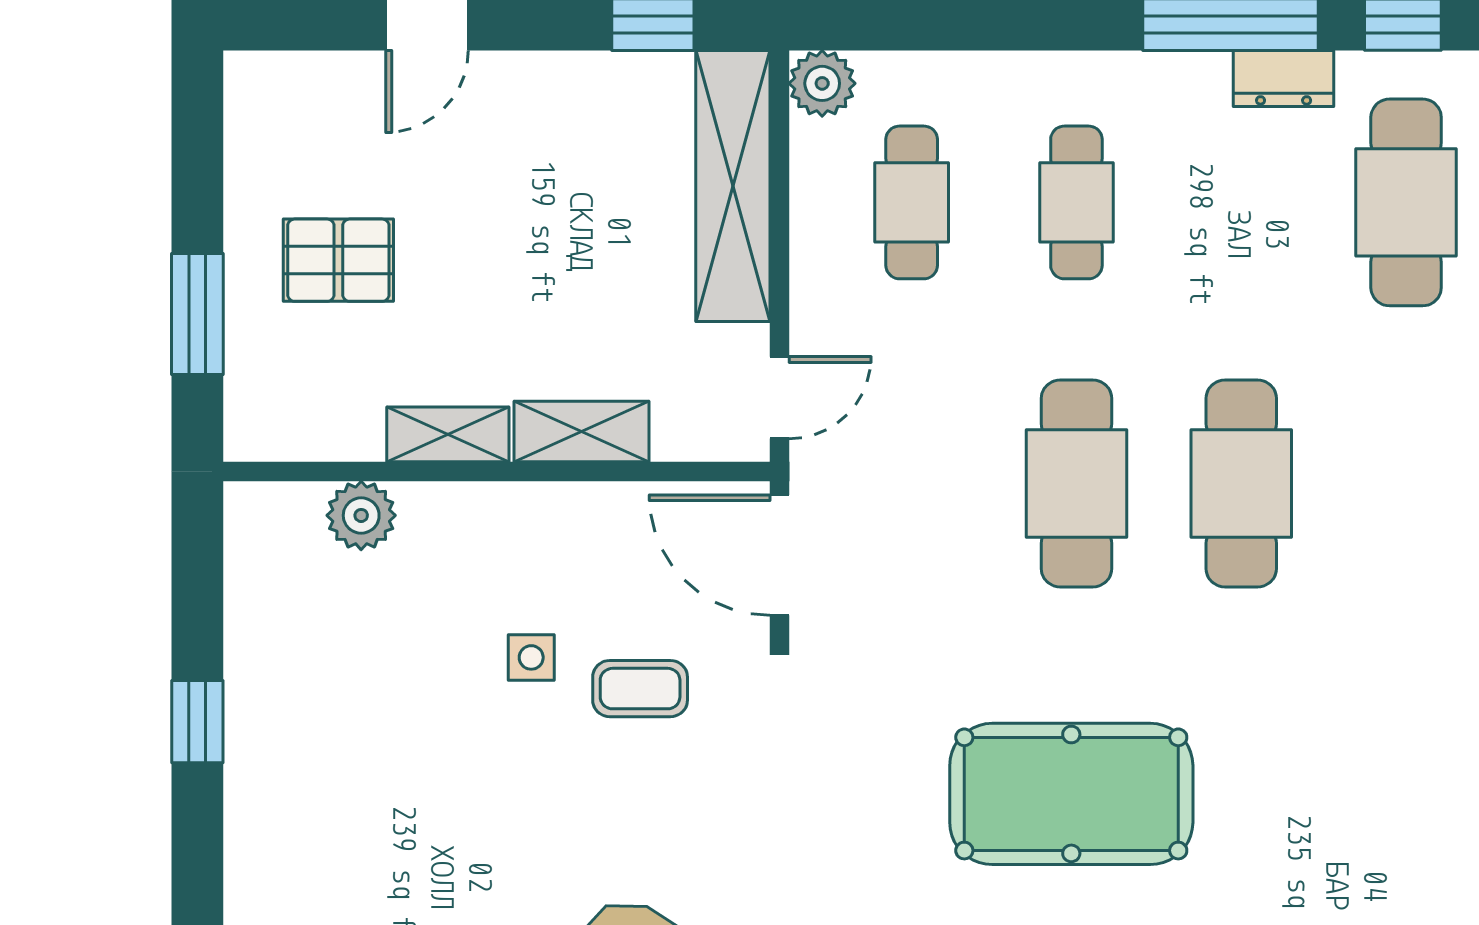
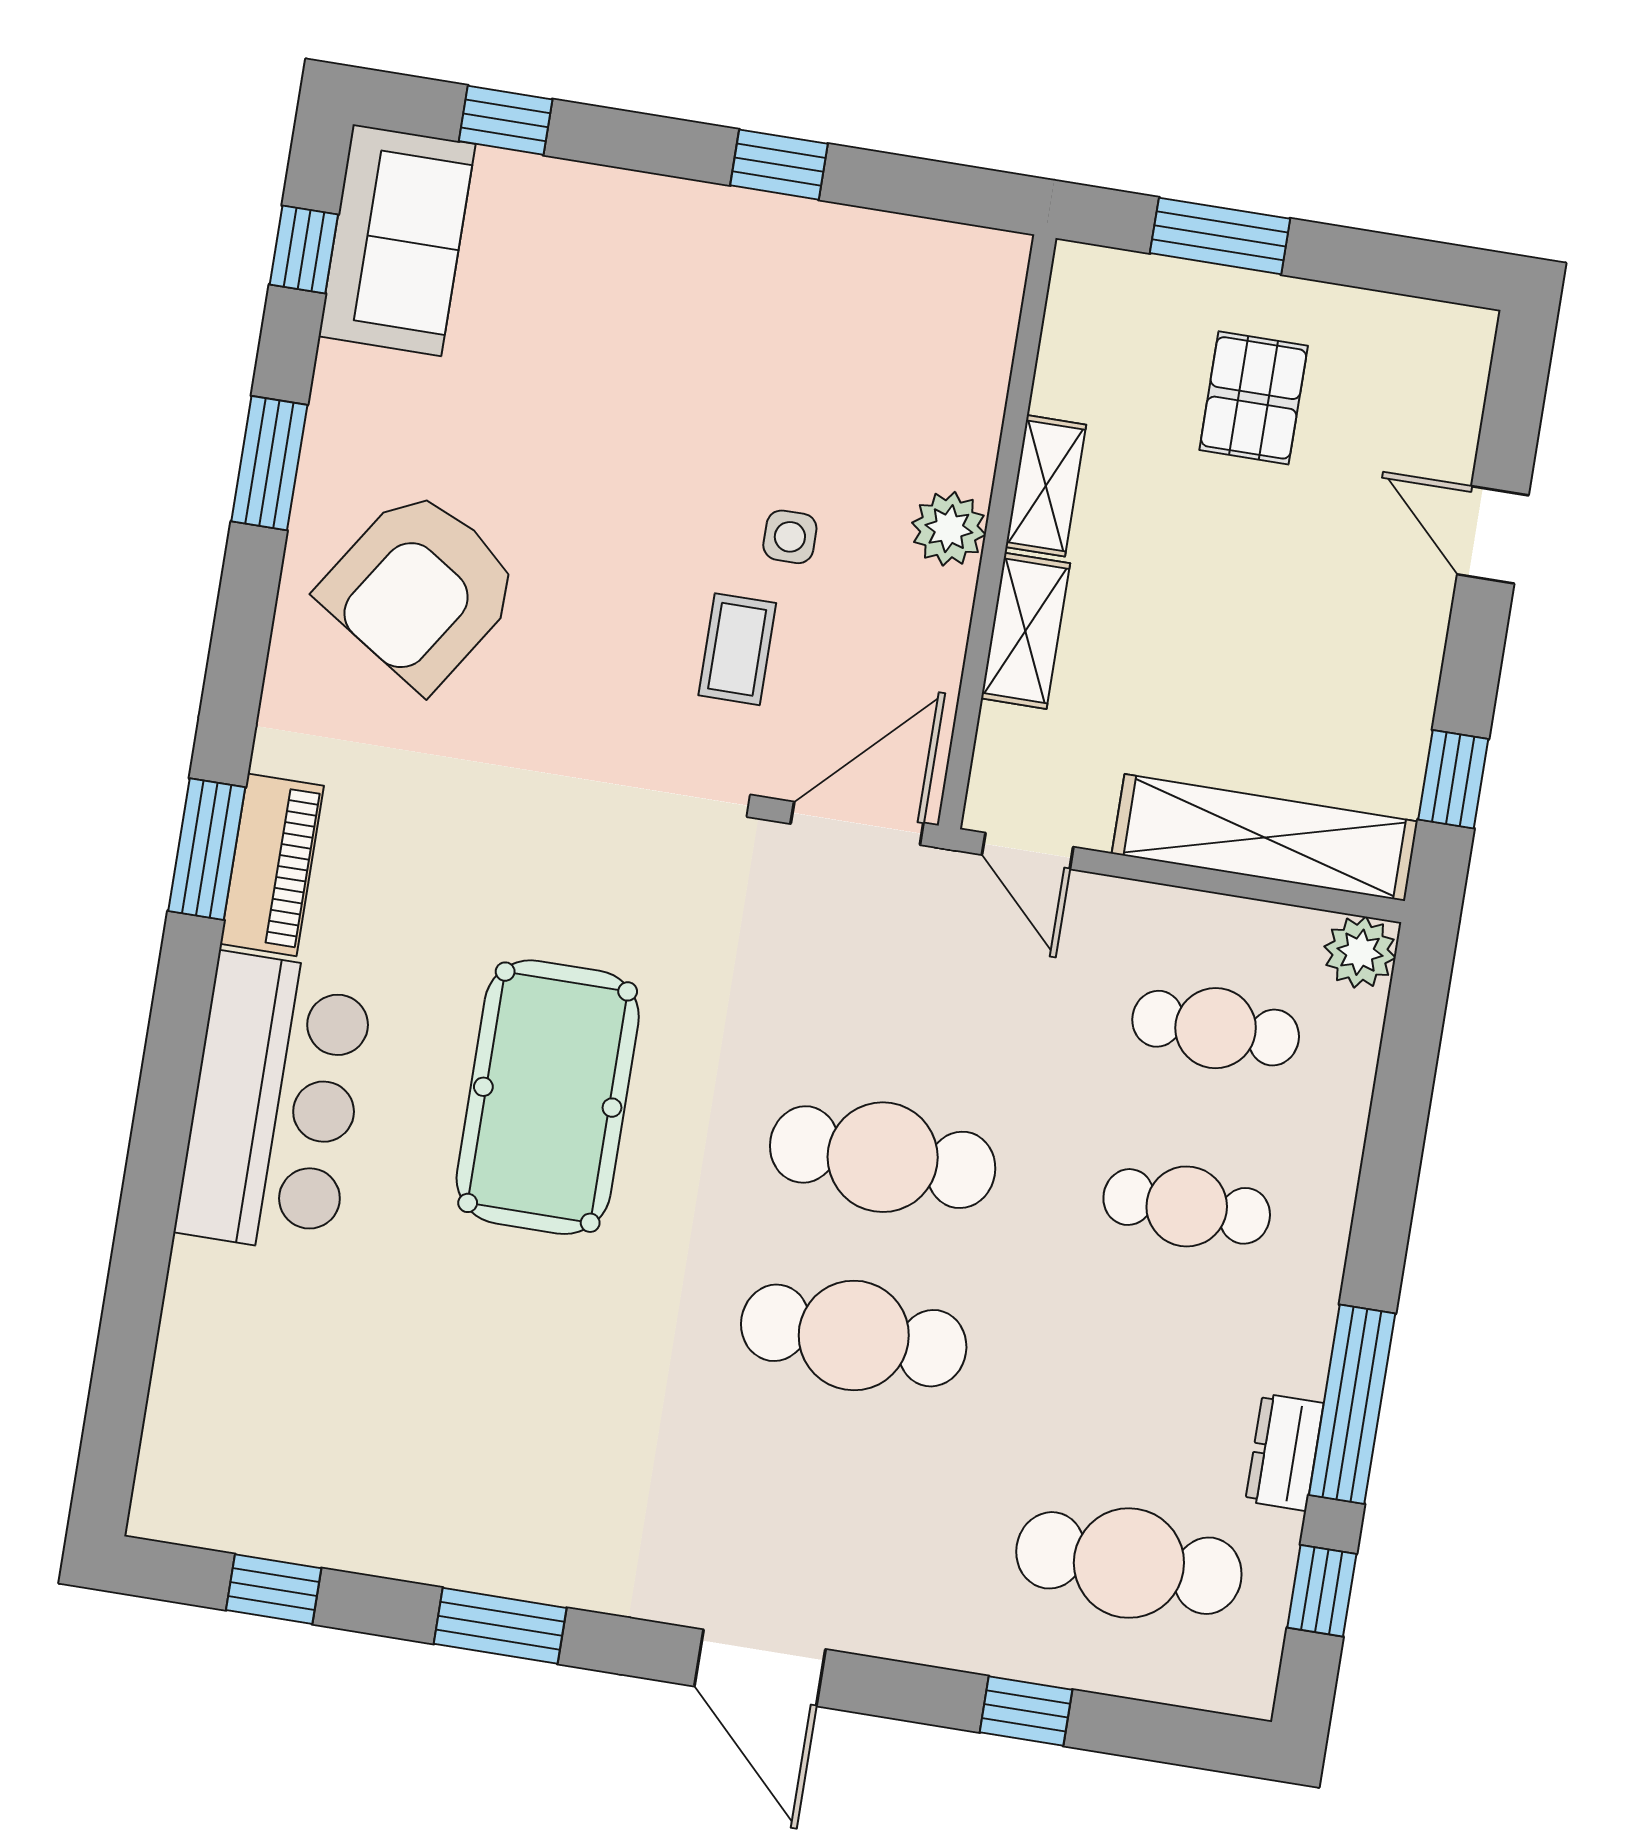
plant: (361, 515) -> (949, 529), moved

